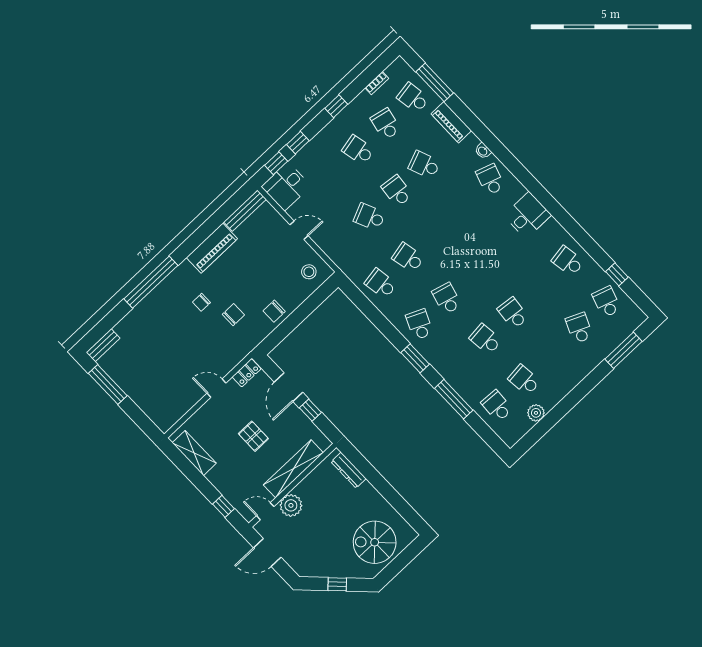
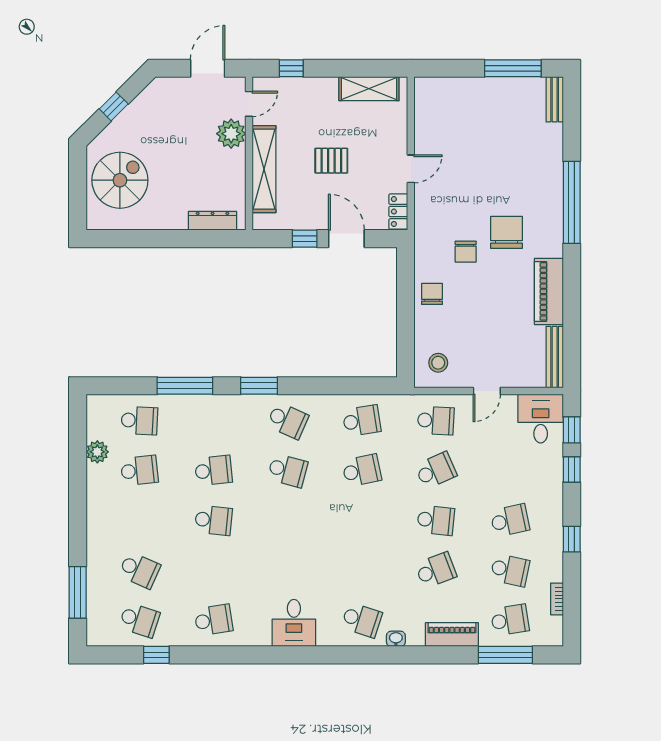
school desk: (342, 243) -> (436, 421), added
chair: (201, 302) -> (507, 232), width x1.87, depth x1.87

